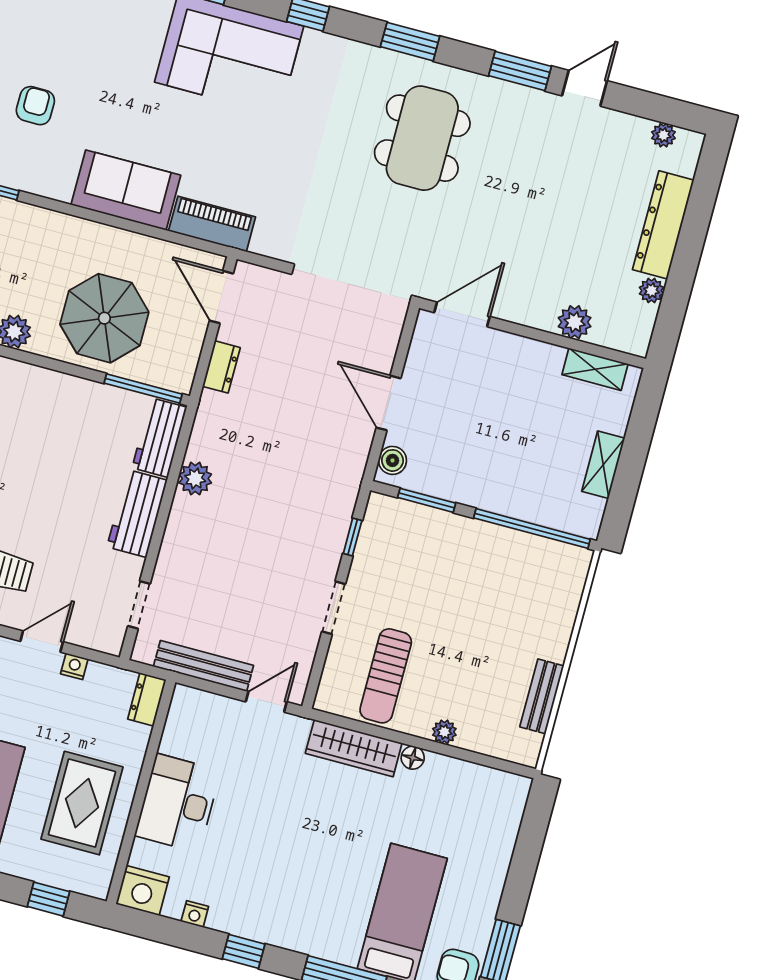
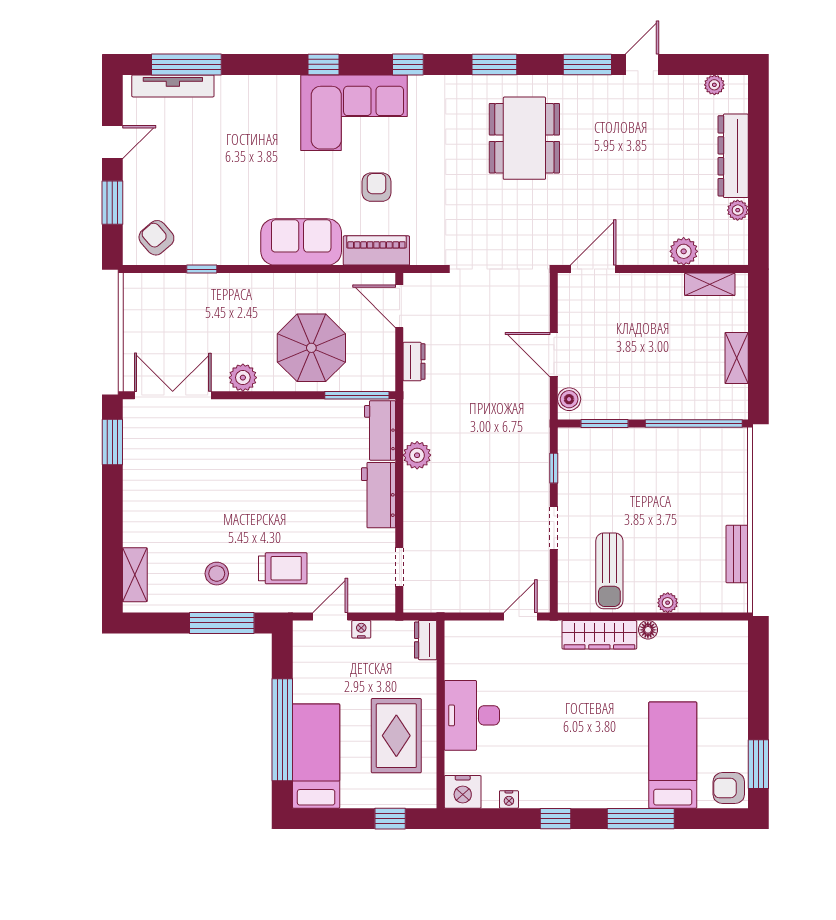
armchair: (35, 106) -> (377, 187), moved
bench: (203, 666) -> (463, 602), removed

